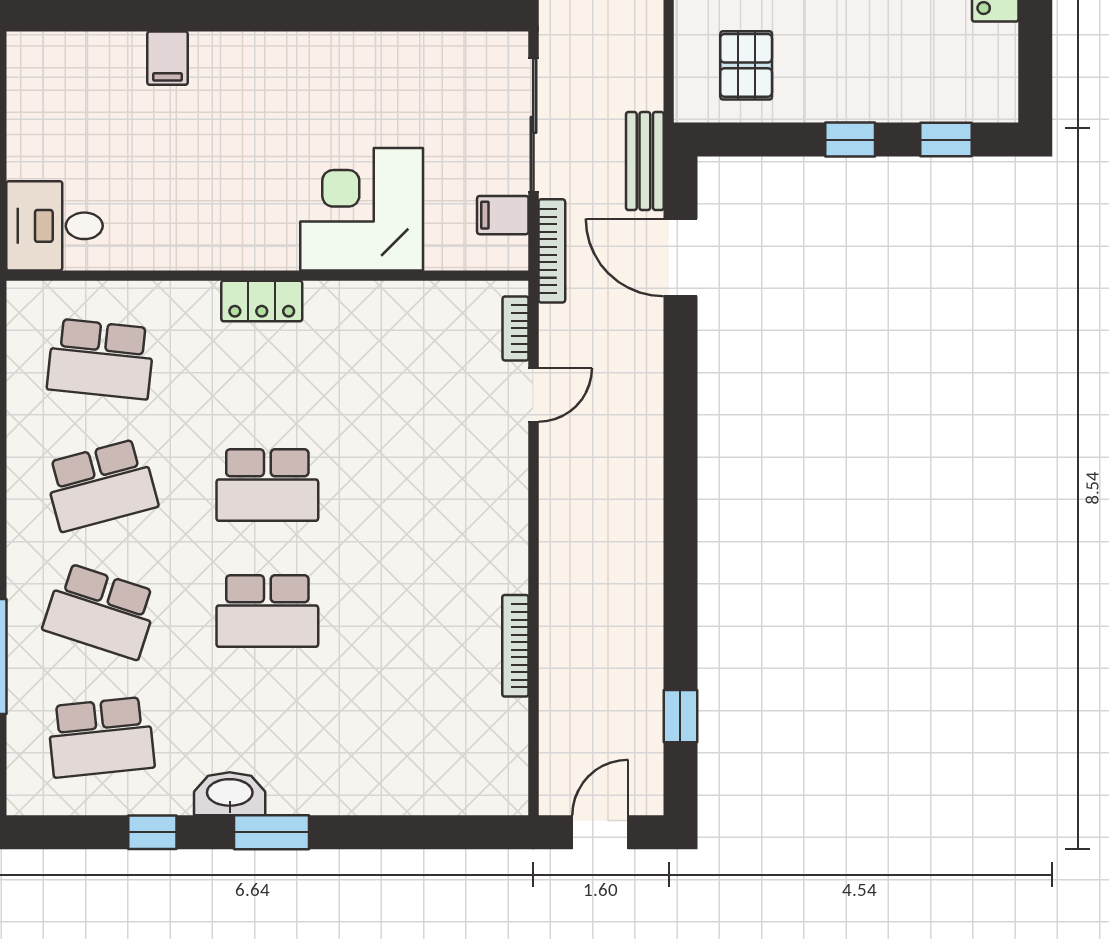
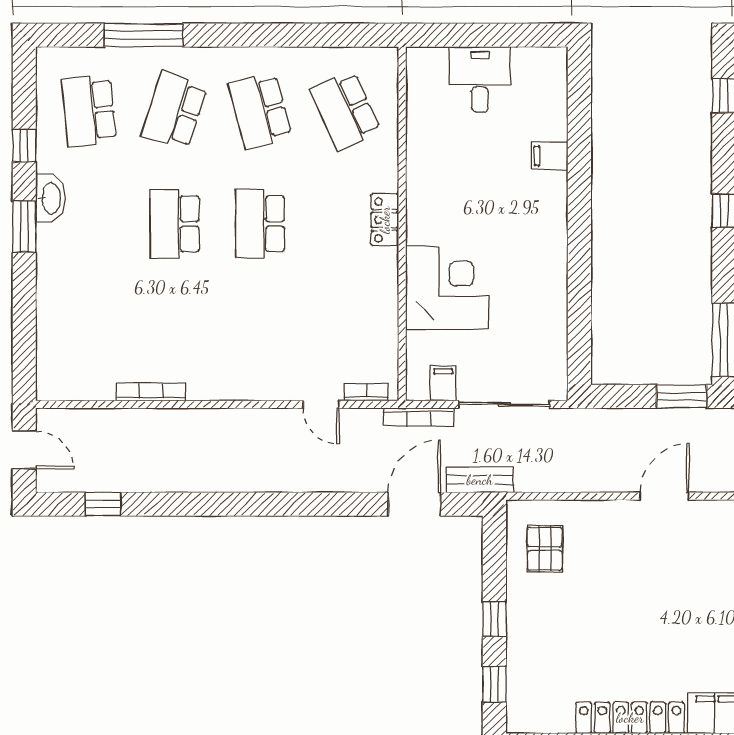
pallet: (746, 65) -> (545, 549), turned 90
desk: (54, 226) -> (480, 79), moved
school desk: (101, 359) -> (345, 111), turned -30

